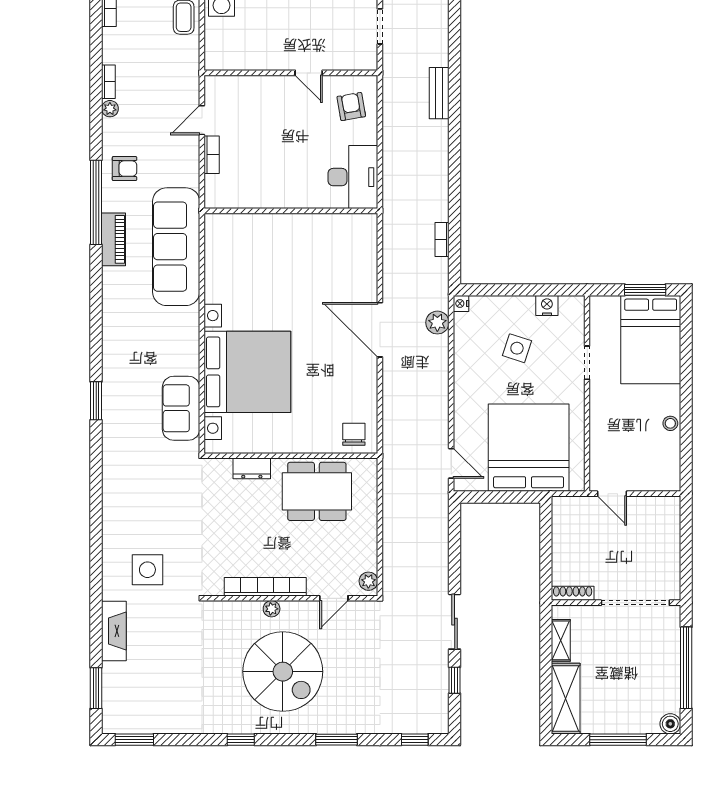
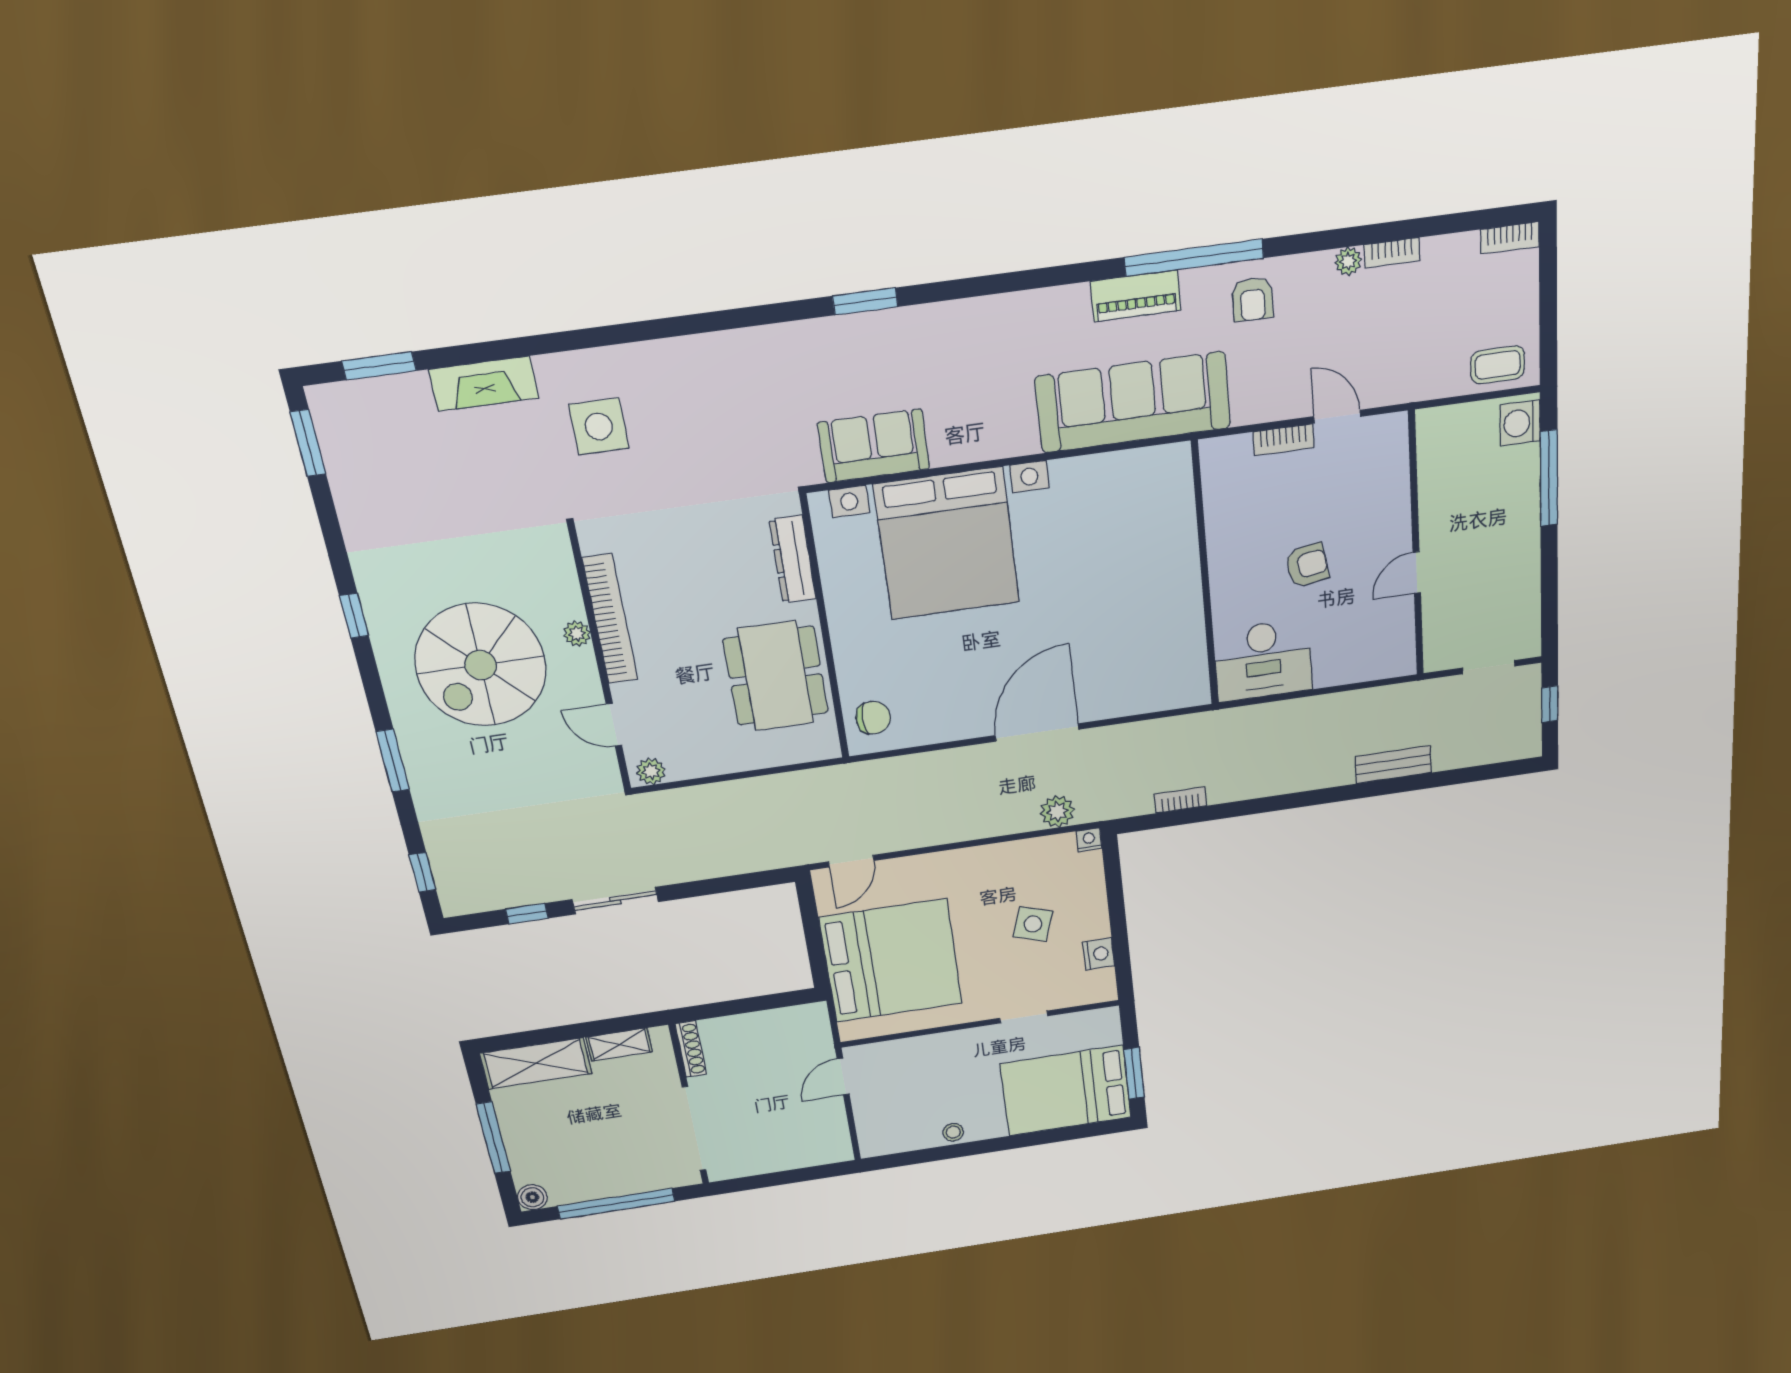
armchair: (351, 107) -> (1307, 565), moved
dresser: (252, 468) -> (793, 559), width x1.44

